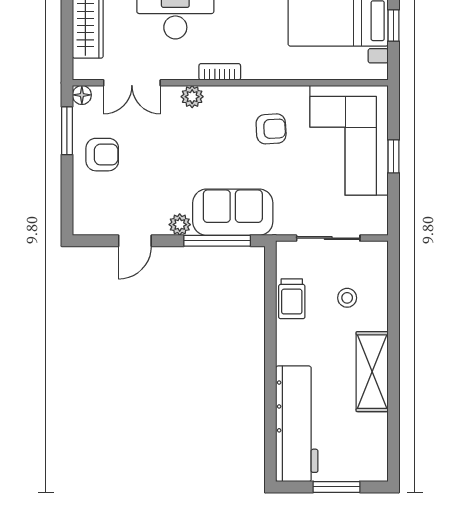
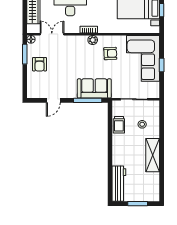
double door: (132, 83) -> (52, 34), swing flipped
plant: (192, 97) -> (93, 40), moved
armchair: (102, 155) -> (40, 64), turned 90
plant: (180, 225) -> (72, 94), removed
workbench: (297, 424) -> (119, 184), width x0.73, depth x0.76

